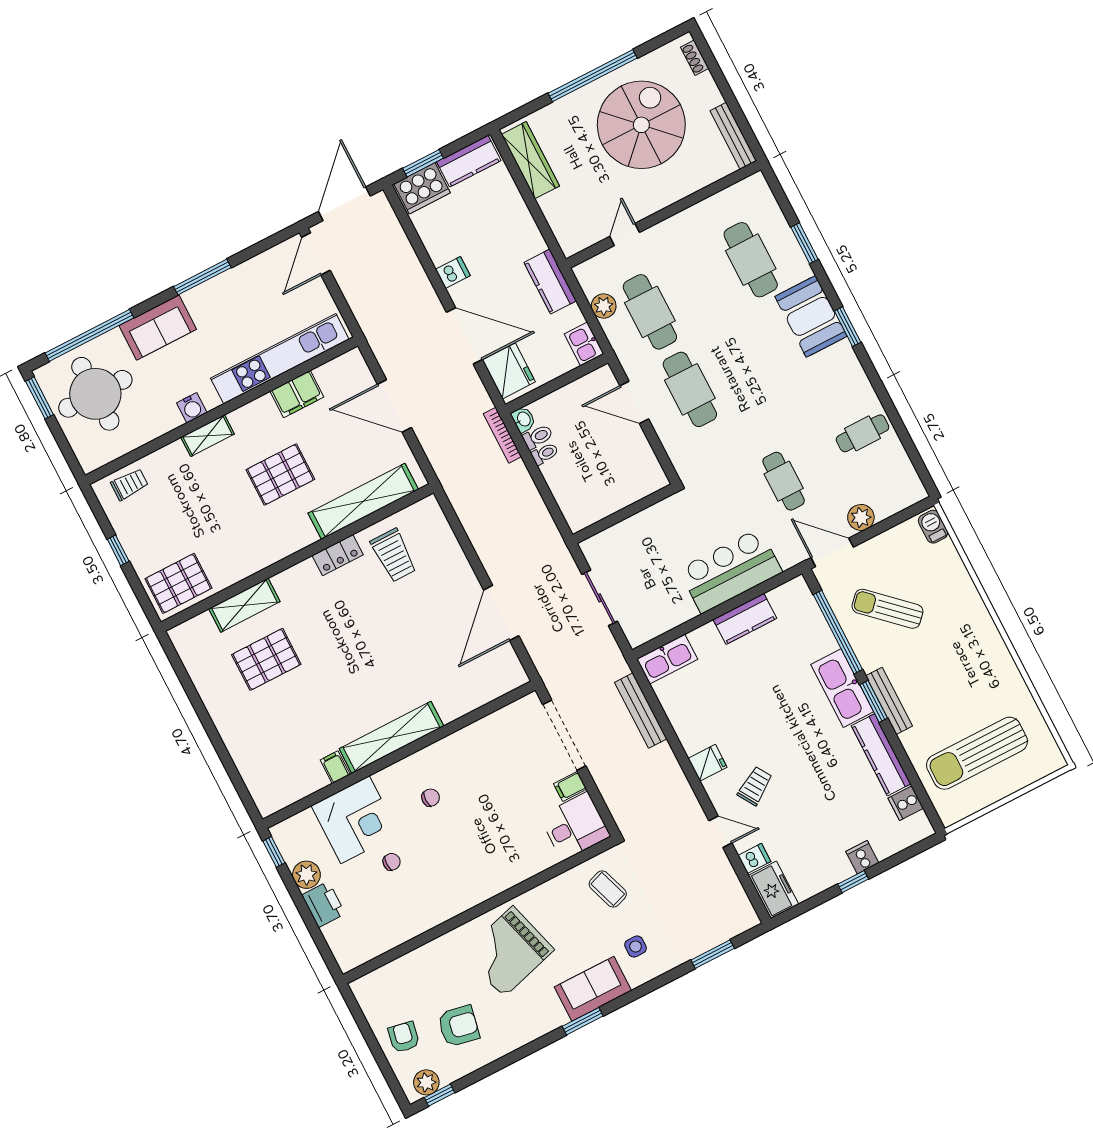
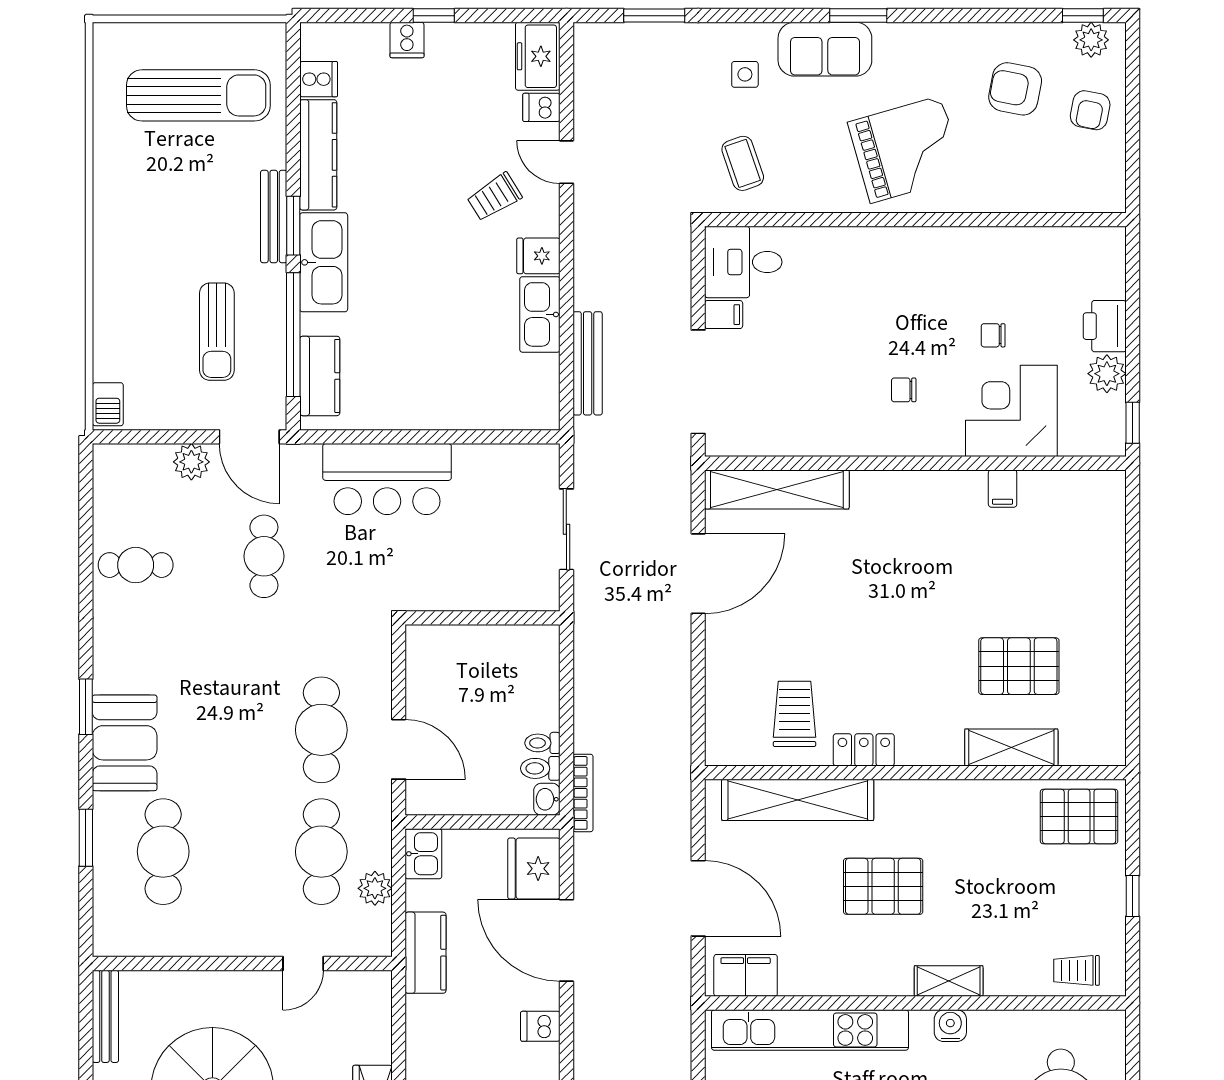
filing cabinet: (297, 394) -> (746, 975), moved
sun lounger: (887, 609) -> (217, 332), turned 47
kitchen counter: (745, 619) -> (320, 376), moved, turned 90
kitchen sink: (667, 659) -> (540, 314), moved, turned -90
shelving: (391, 737) -> (777, 489), moved

